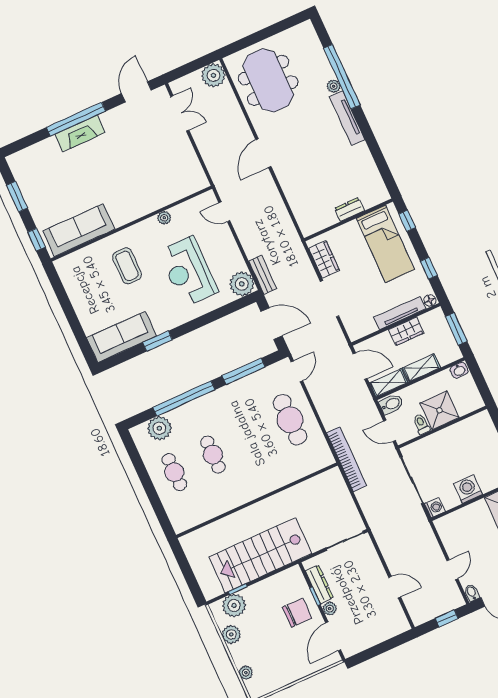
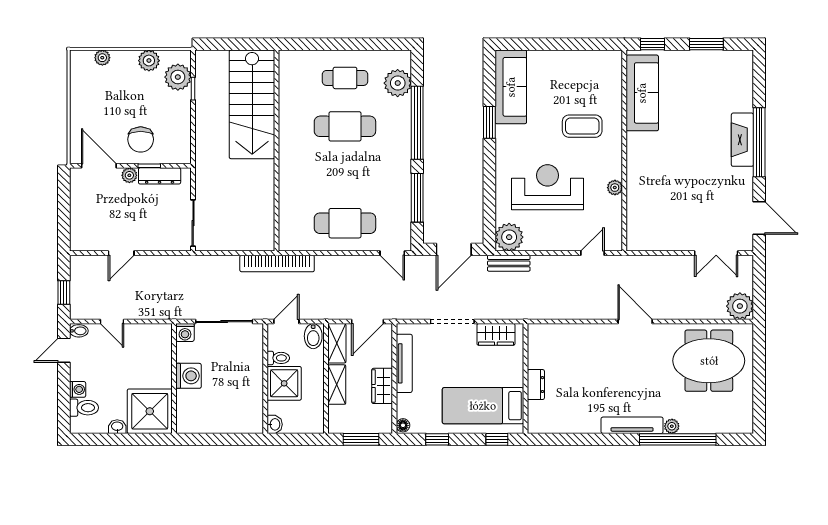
tv unit: (400, 313) -> (404, 363), moved
washbasin: (459, 370) -> (275, 424), moved, turned 180
cafe table: (213, 455) -> (345, 126), width x1.37, depth x1.35
stairs: (260, 555) -> (252, 104), moved, turned 180

